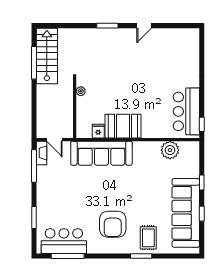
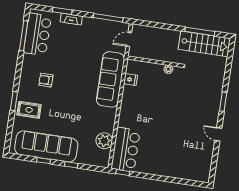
bar counter: (186, 111) -> (126, 149), moved, turned 90
booth: (123, 126) -> (132, 102), removed
fireplace: (41, 153) -> (71, 19), moved
armchair: (113, 224) -> (46, 80), width x0.53, depth x0.53

